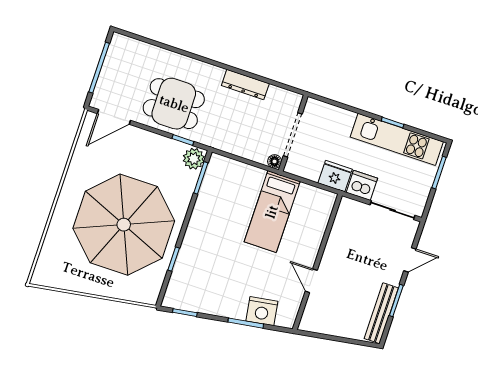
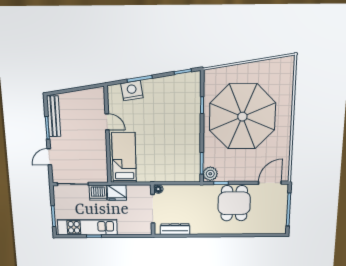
dresser: (245, 85) -> (175, 229), moved
dining table: (174, 104) -> (234, 203), turned 90
bed: (272, 212) -> (124, 158), moved

